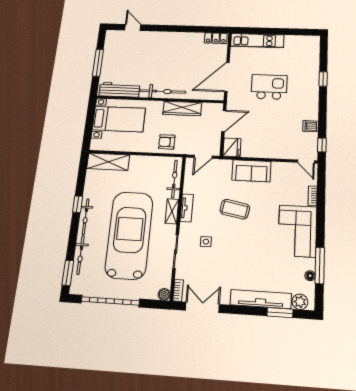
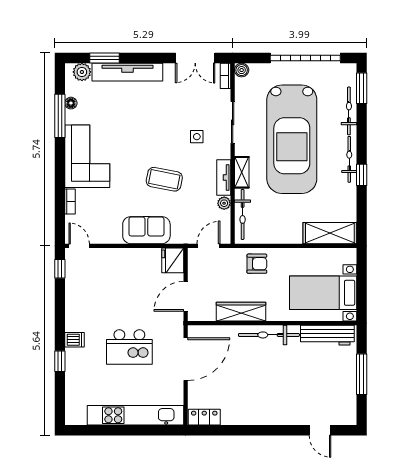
kitchen unit: (257, 41) -> (135, 415), width x1.36
dishwasher: (311, 126) -> (75, 340), moved
plant: (188, 188) -> (224, 203), added

